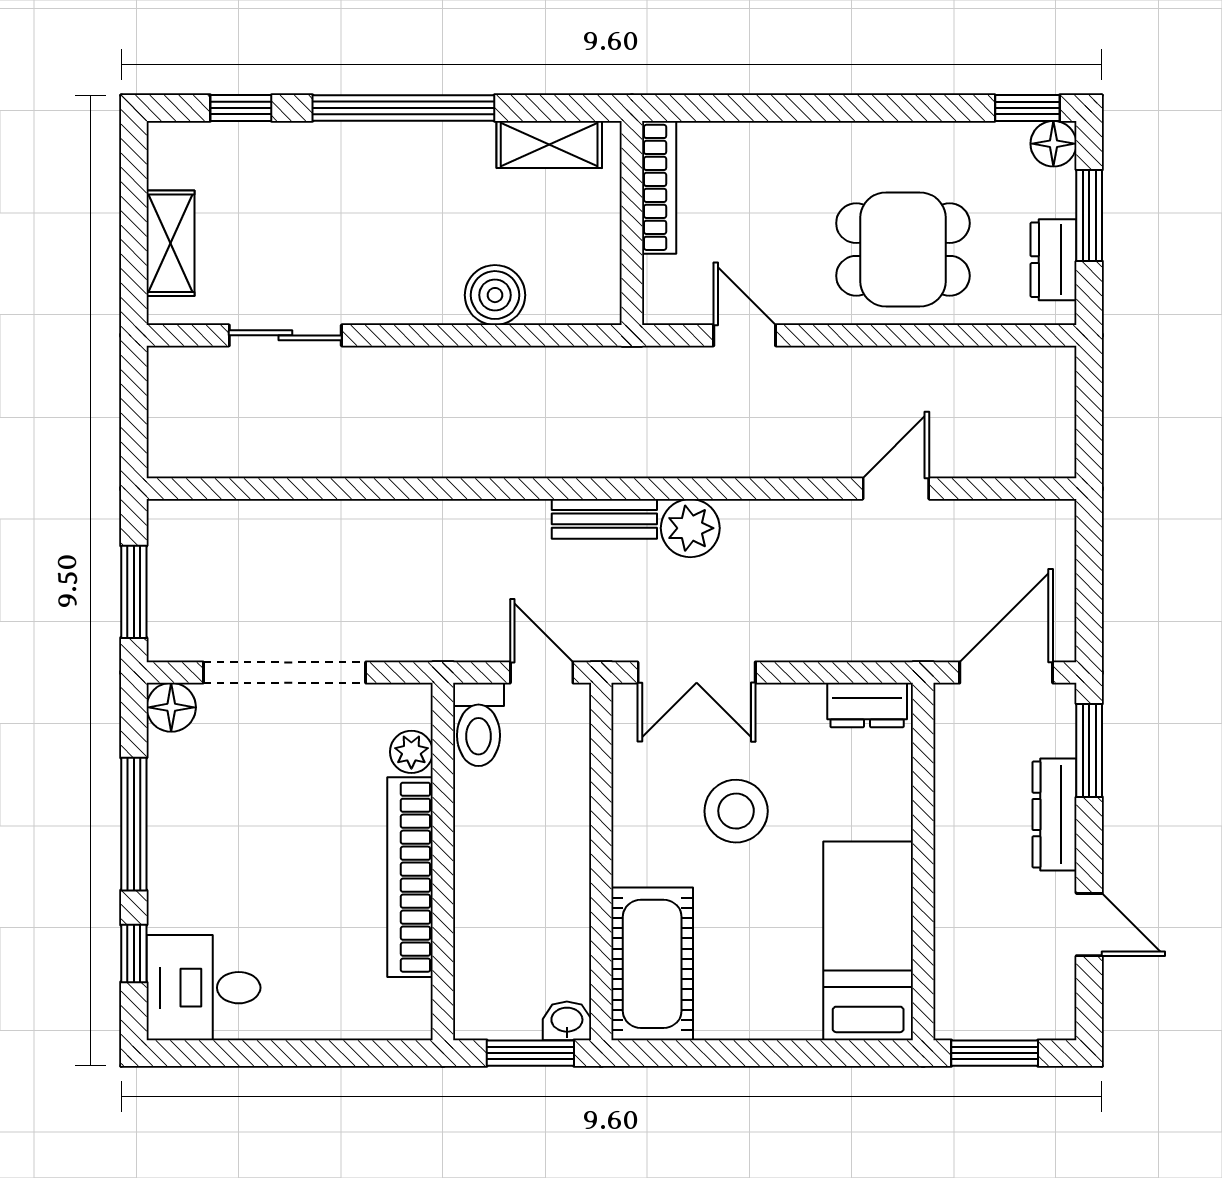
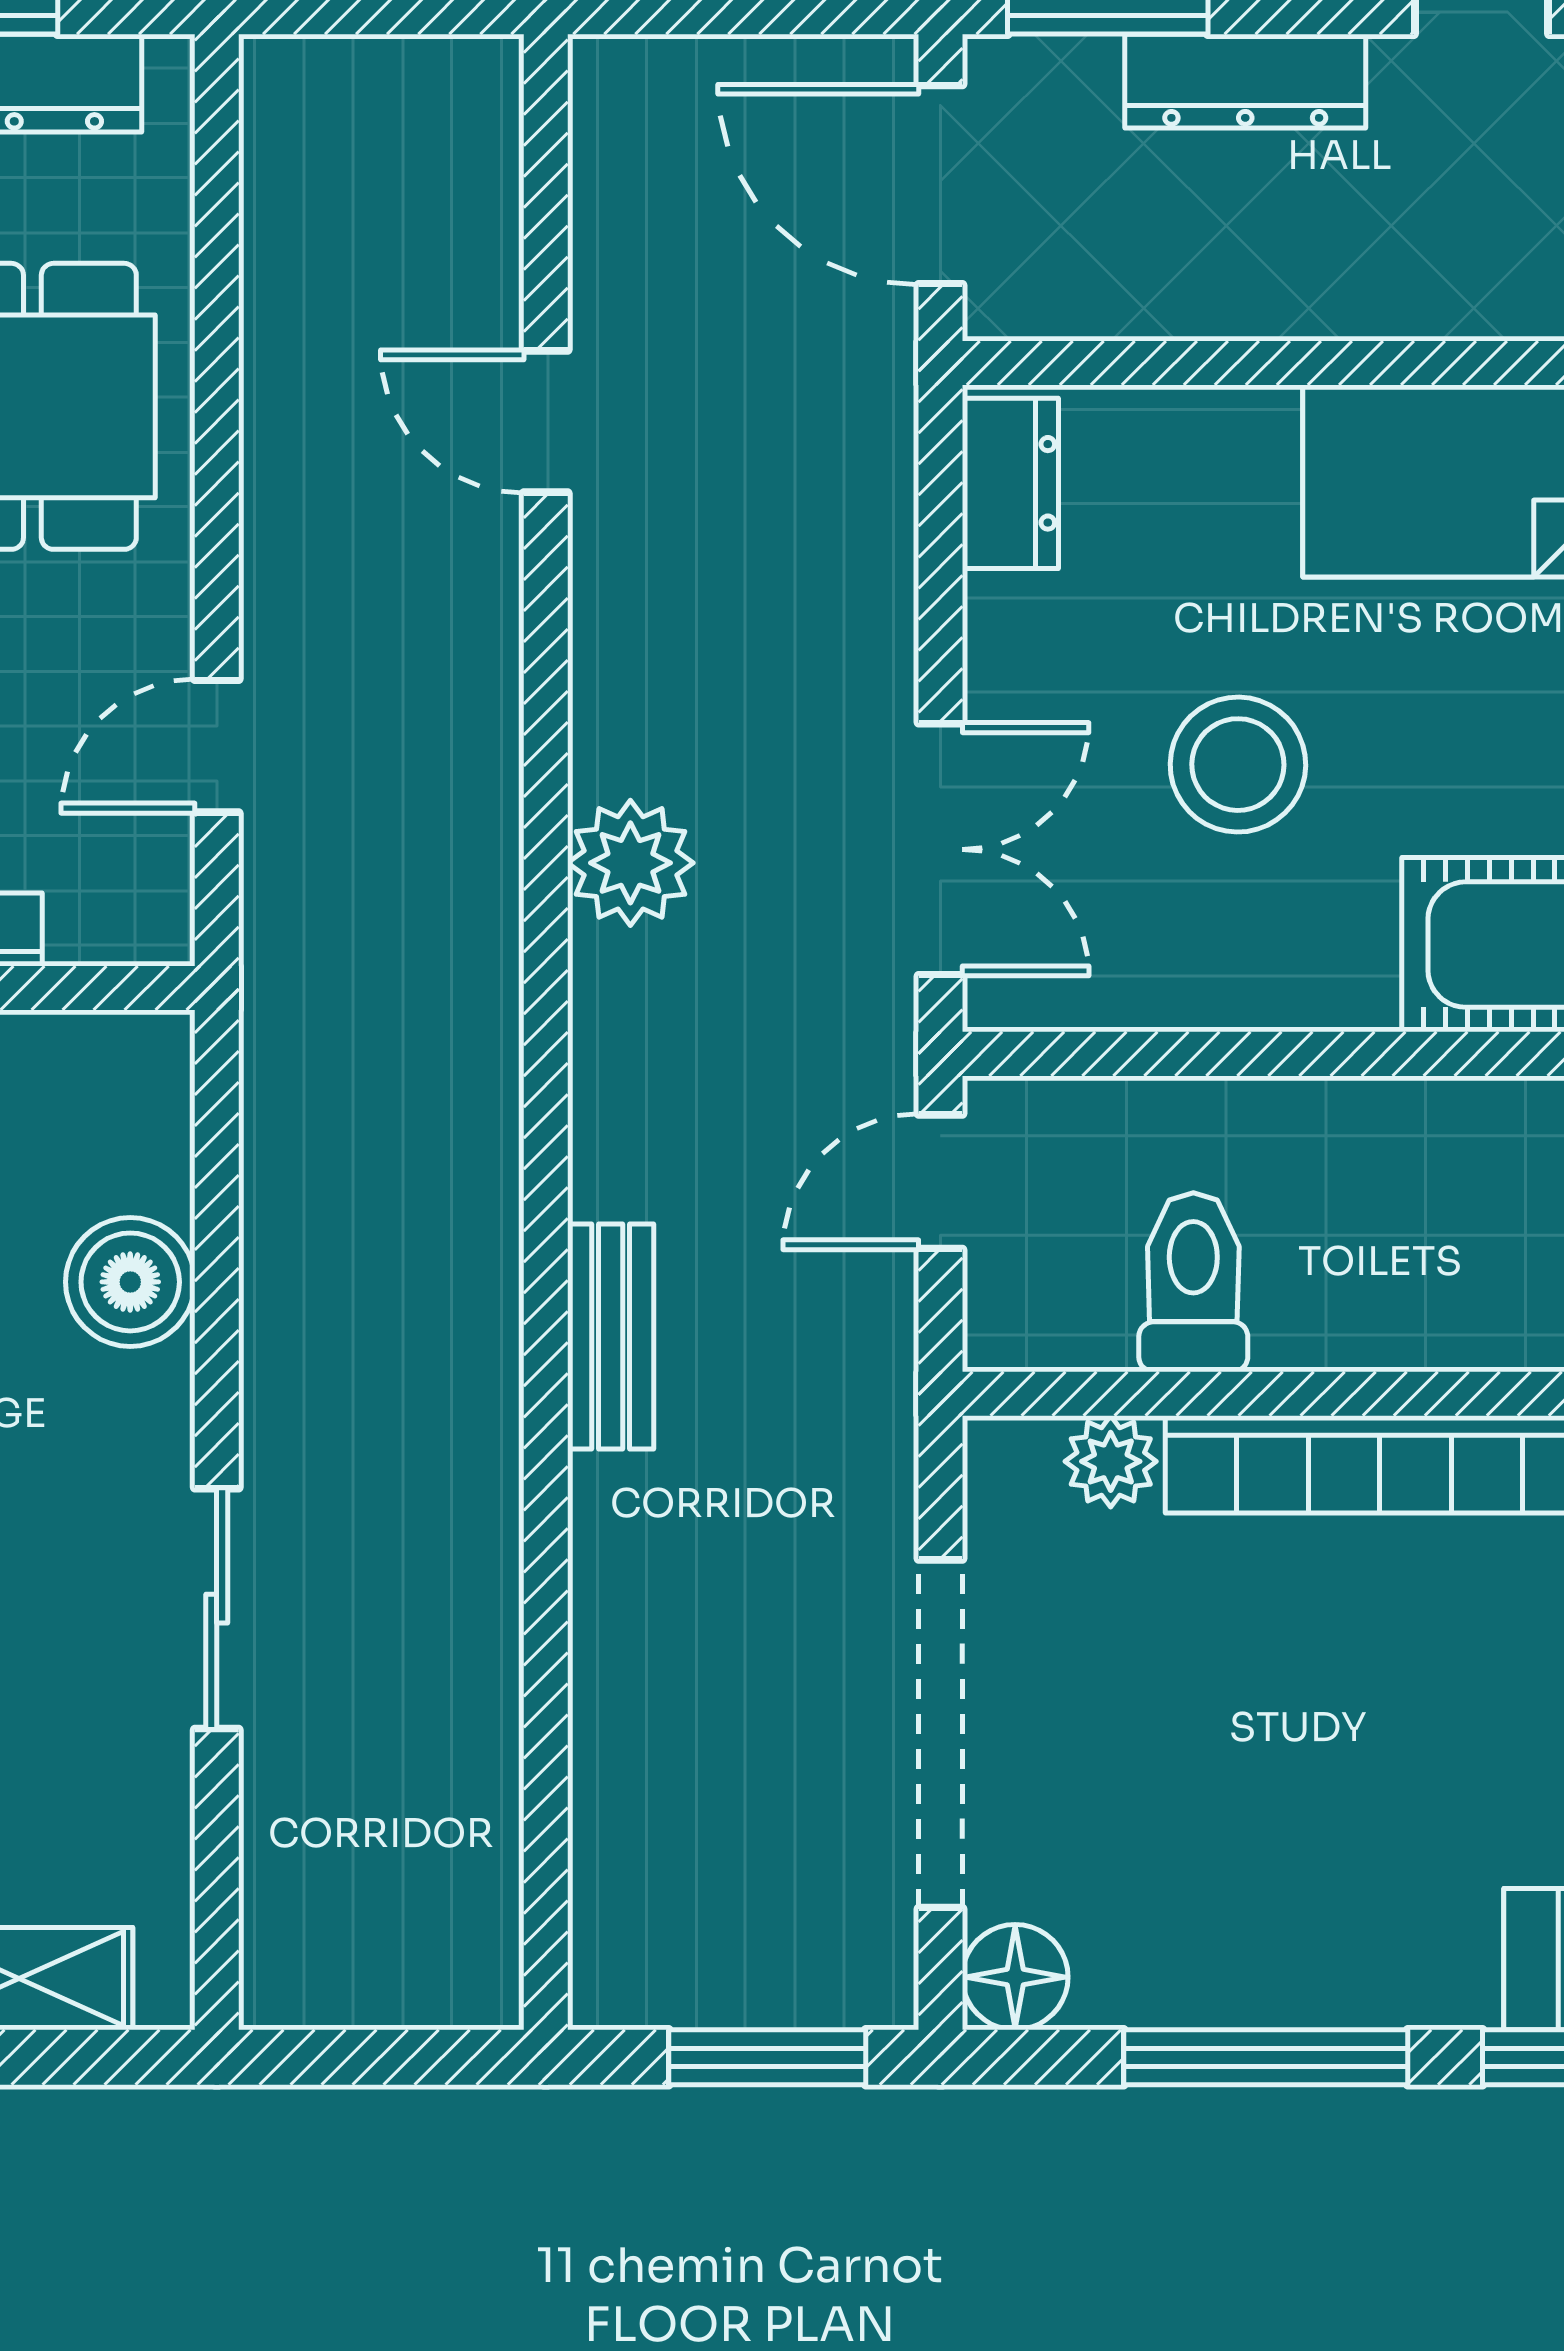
sliding door: (285, 335) -> (217, 1609), moved
bench: (604, 519) -> (611, 1337), moved
toilet: (478, 724) -> (1193, 1282), moved, turned -90

